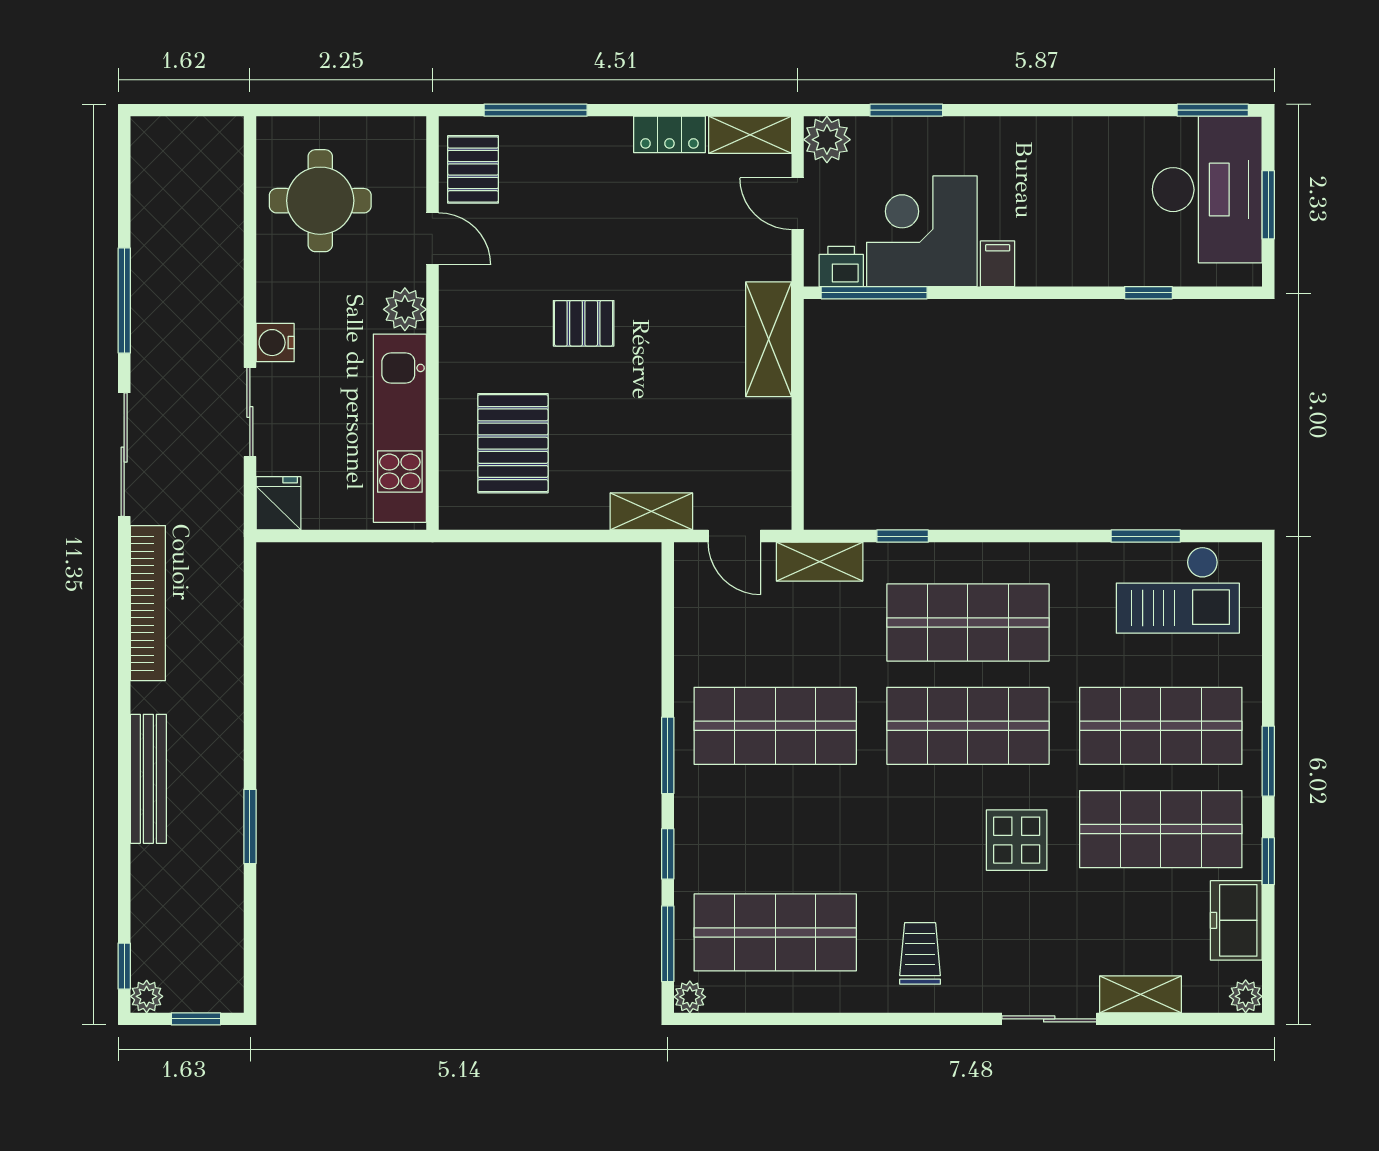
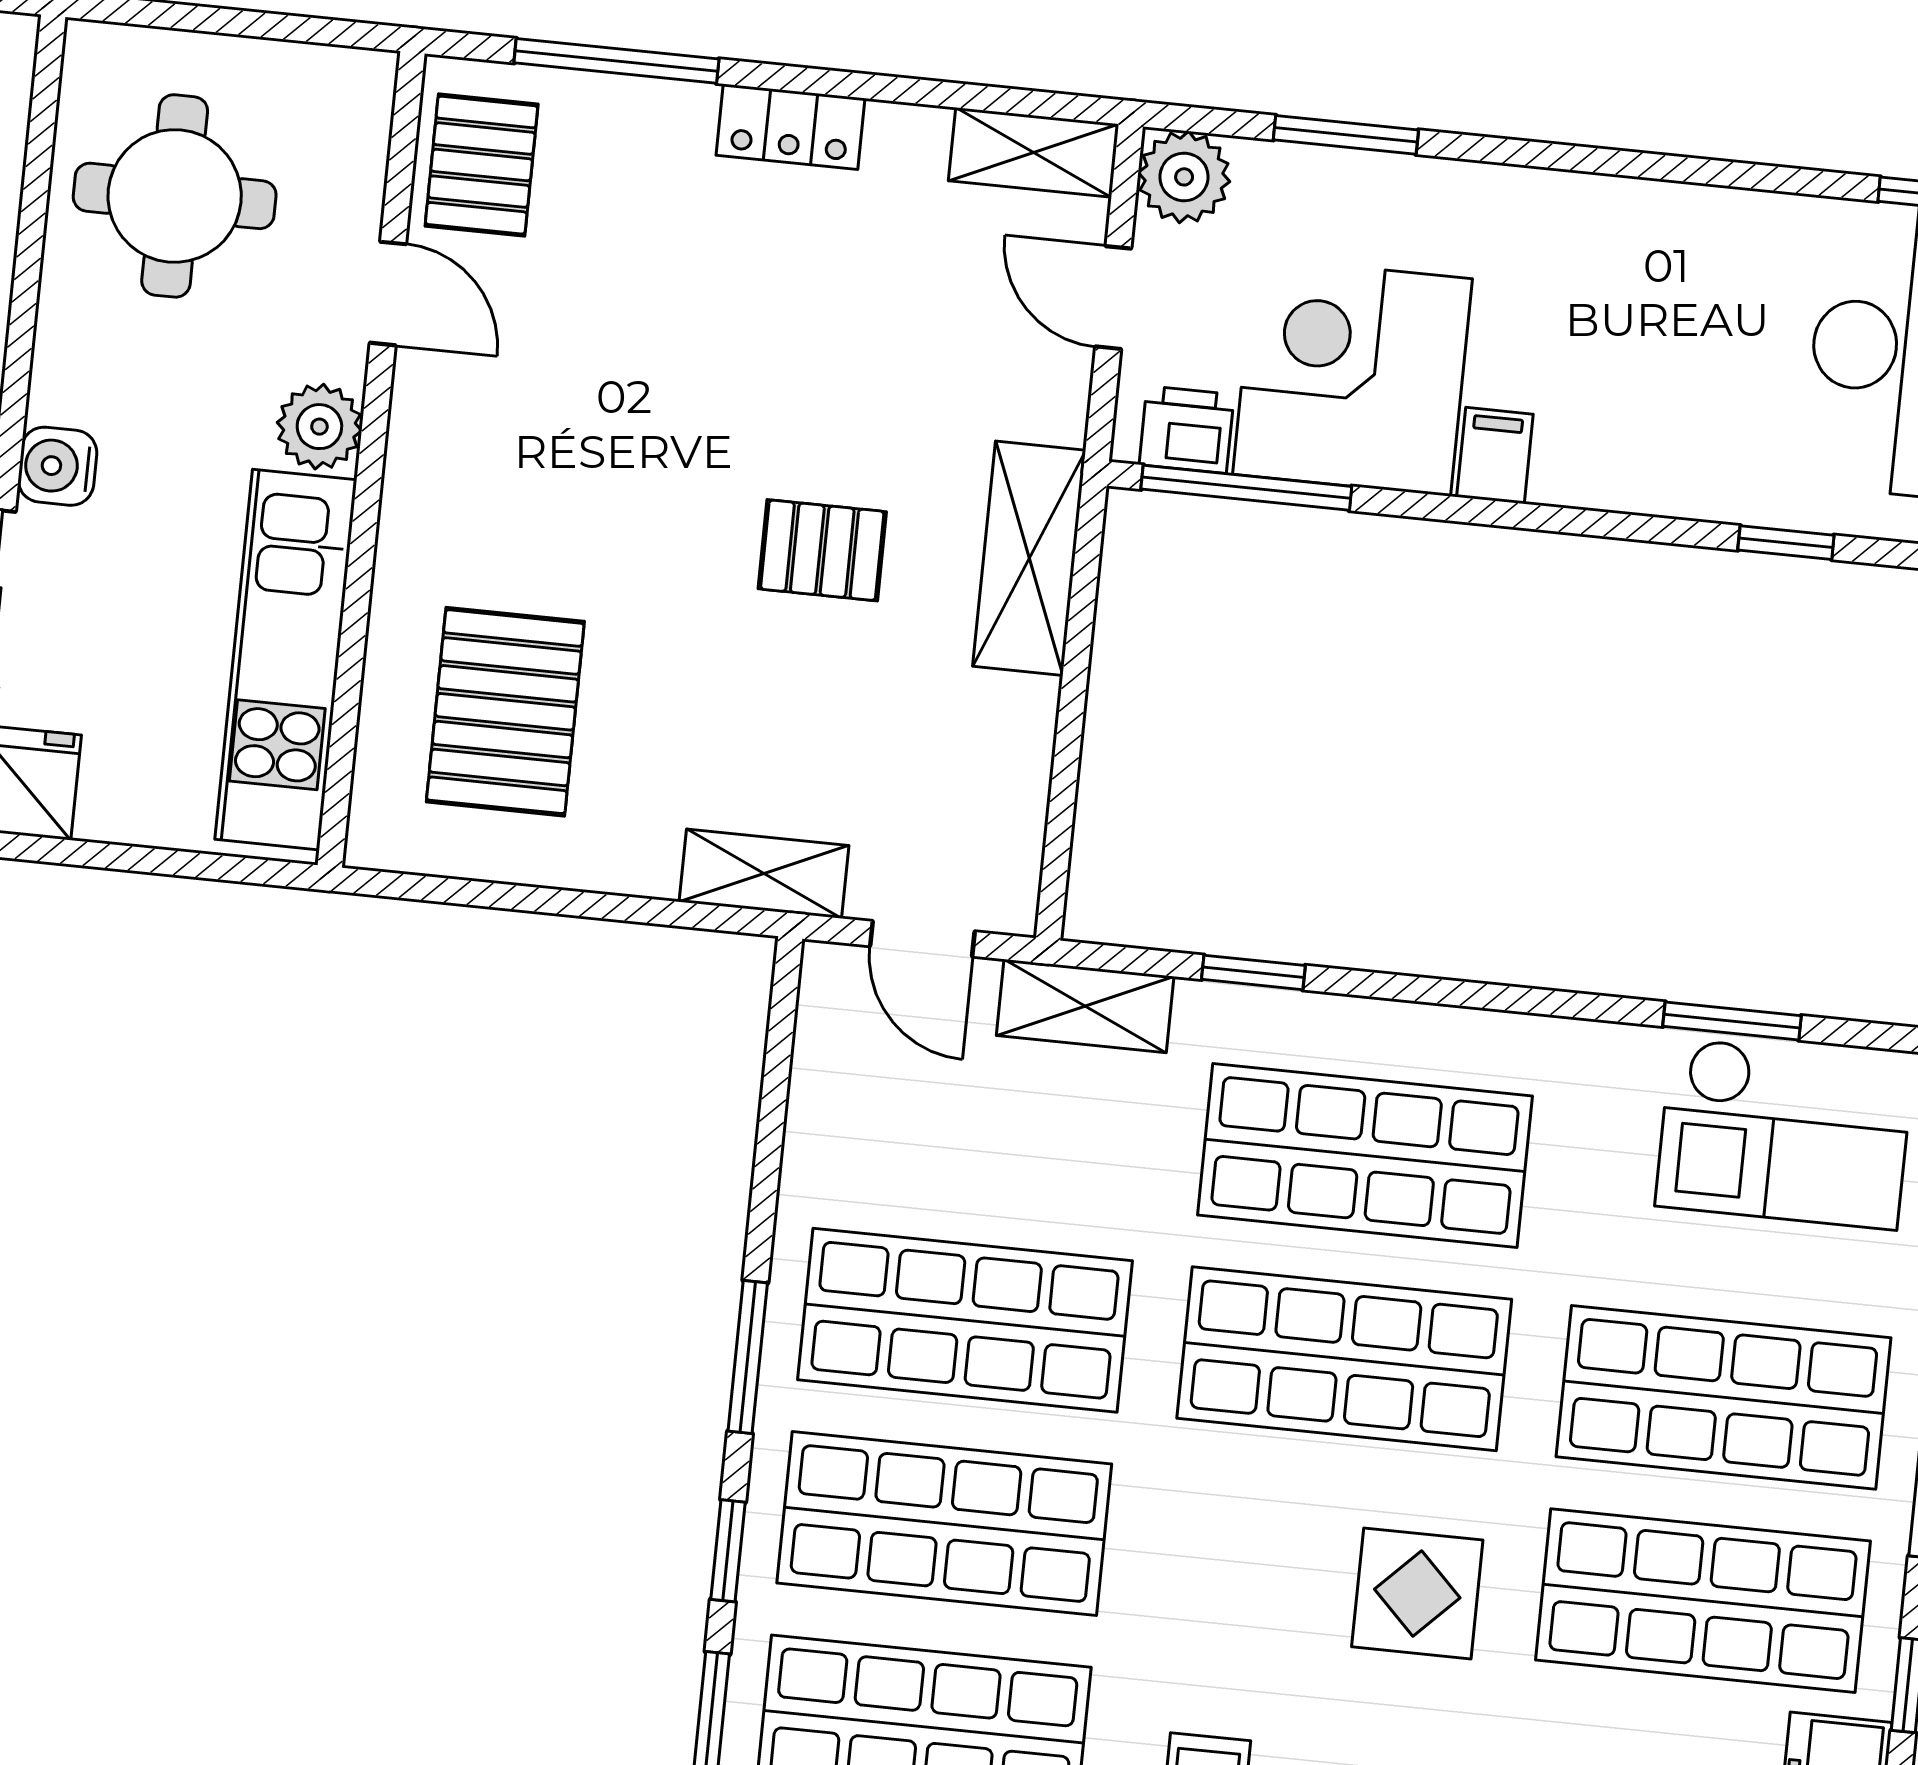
locker: (669, 134) -> (790, 127), moved
pallet: (584, 323) -> (822, 550), moved
shop shelf: (775, 829) -> (944, 1524), added

